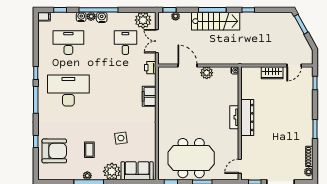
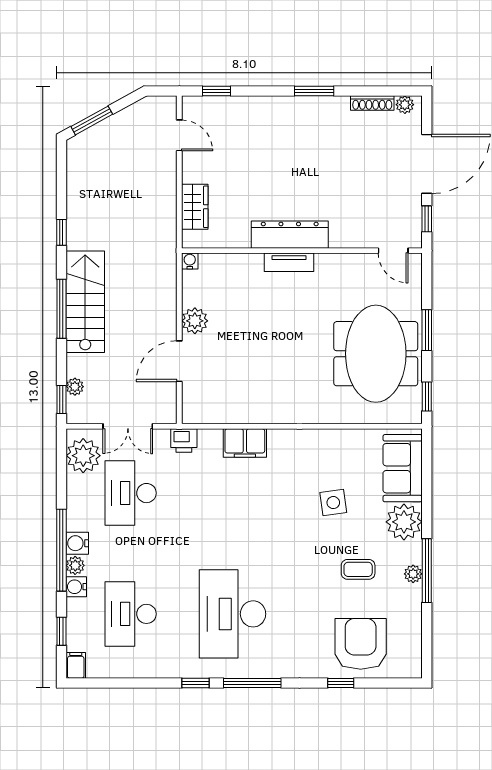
desk: (125, 43) -> (131, 493), width x1.37
wardrobe: (272, 73) -> (195, 207), moved

